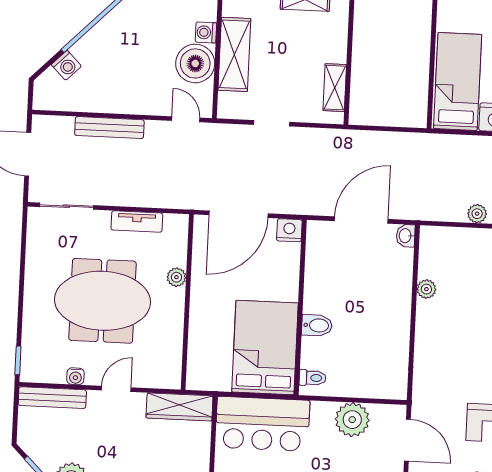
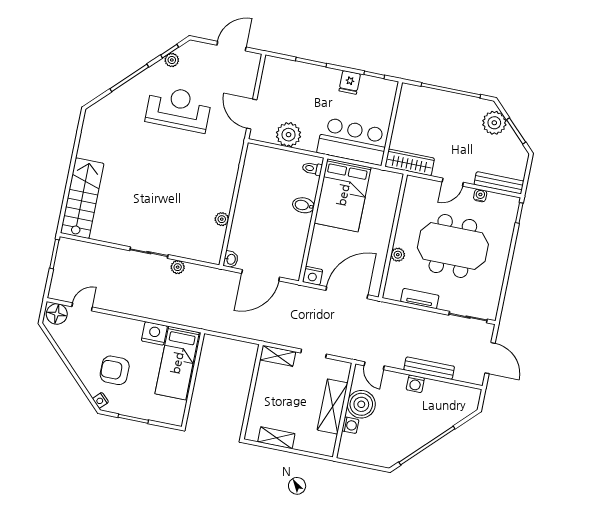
washing machine: (66, 65) -> (415, 384), moved, turned -135
shelving: (335, 88) -> (278, 356), moved, turned 90

